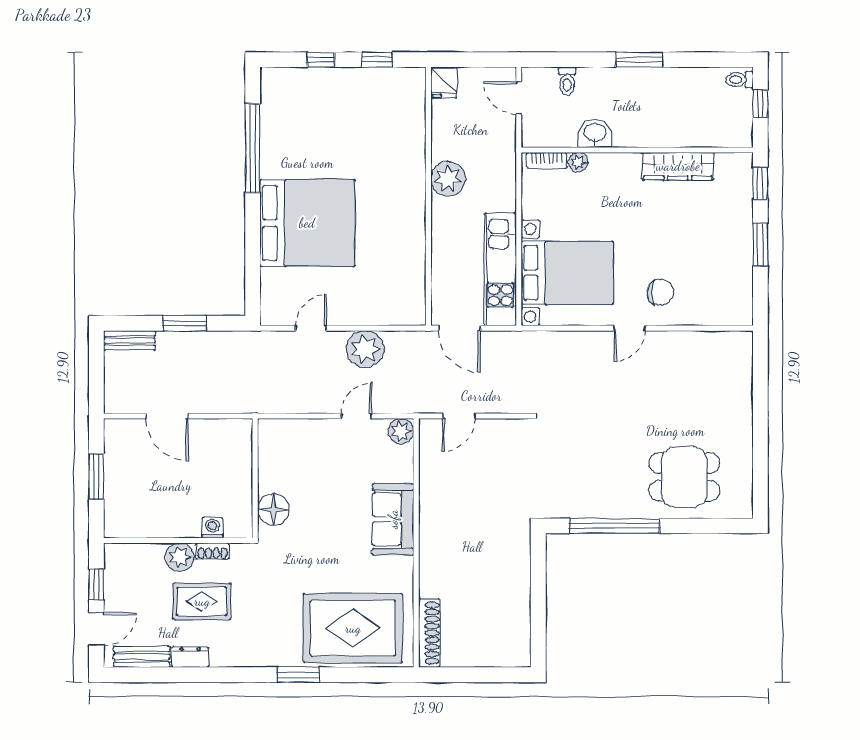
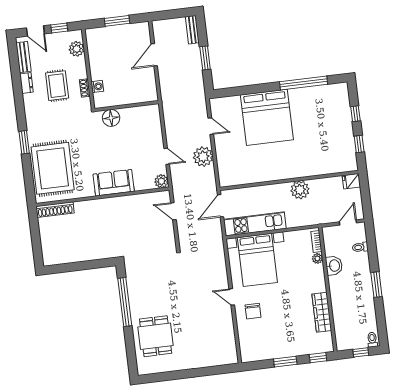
plant: (180, 557) -> (77, 49), moved

